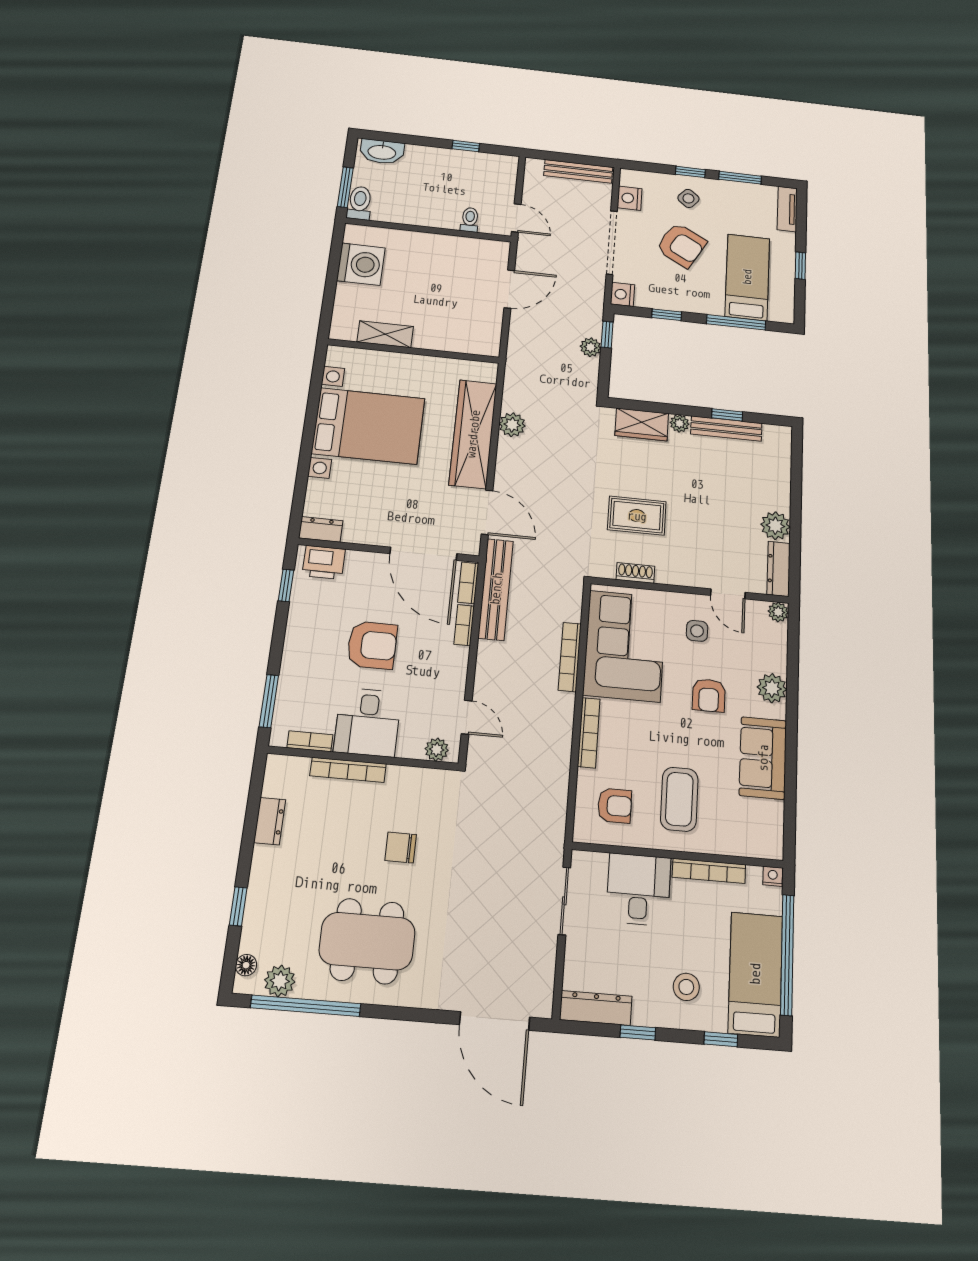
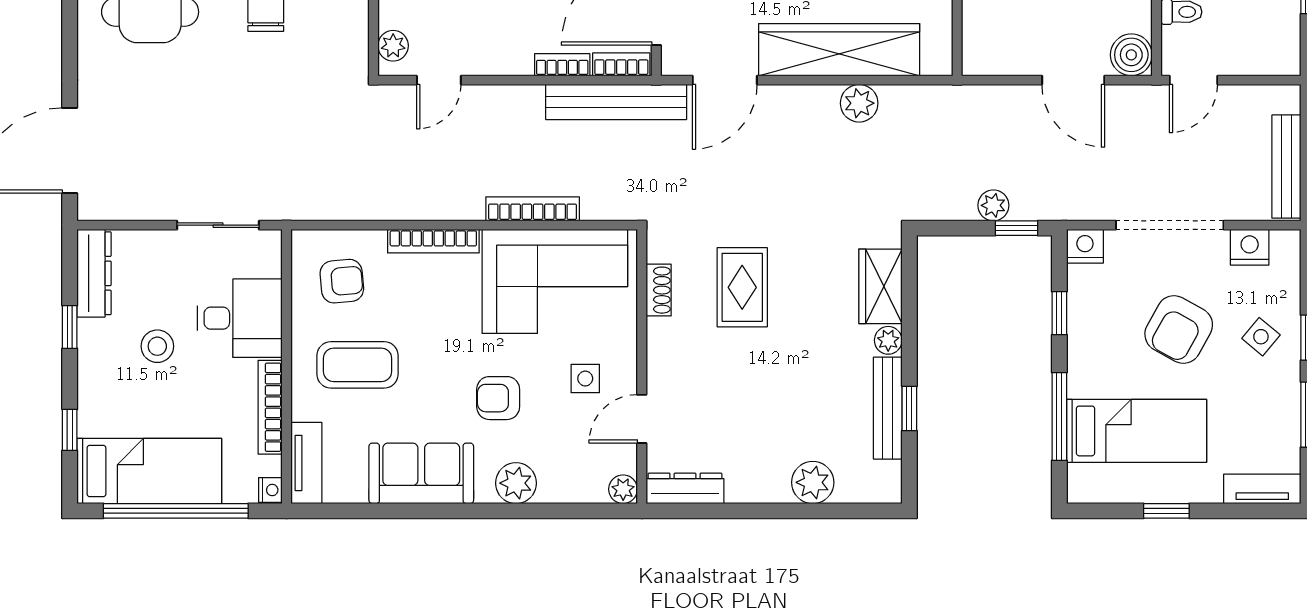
boiler: (496, 252) -> (1131, 55), added
plant: (775, 526) -> (813, 482), moved
armchair: (615, 806) -> (342, 281), turned -95
tv unit: (753, 846) -> (306, 463), added
stool: (686, 987) -> (157, 346), moved

